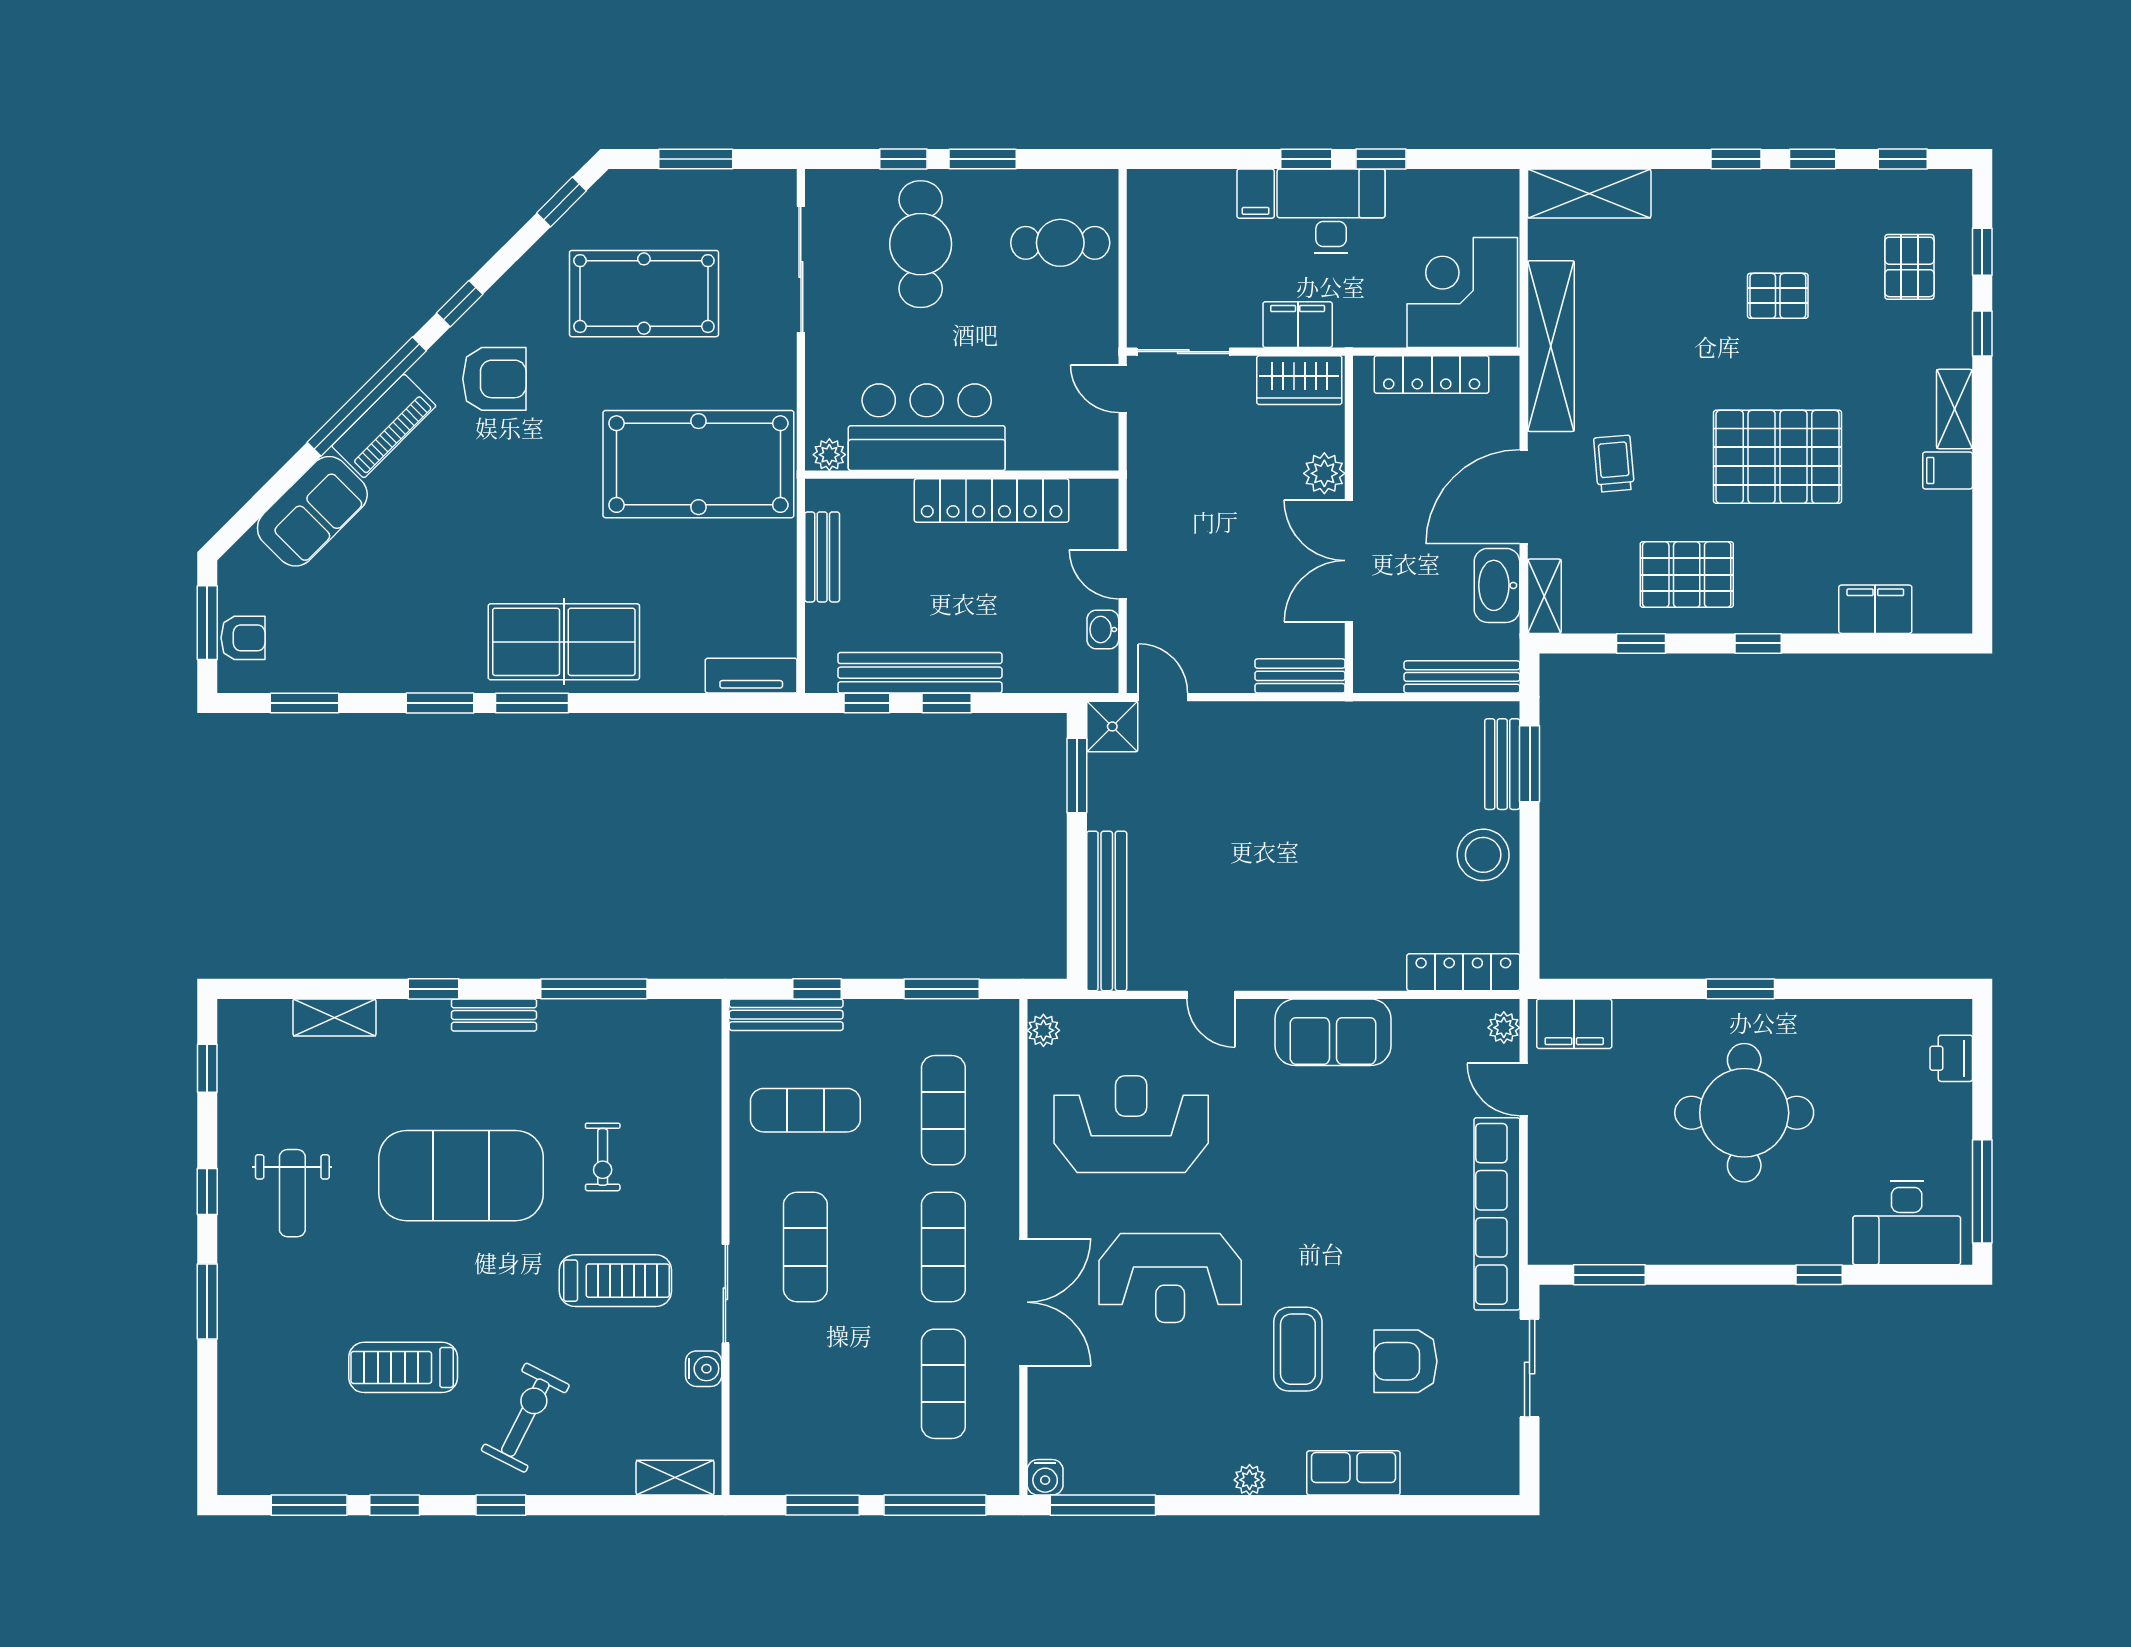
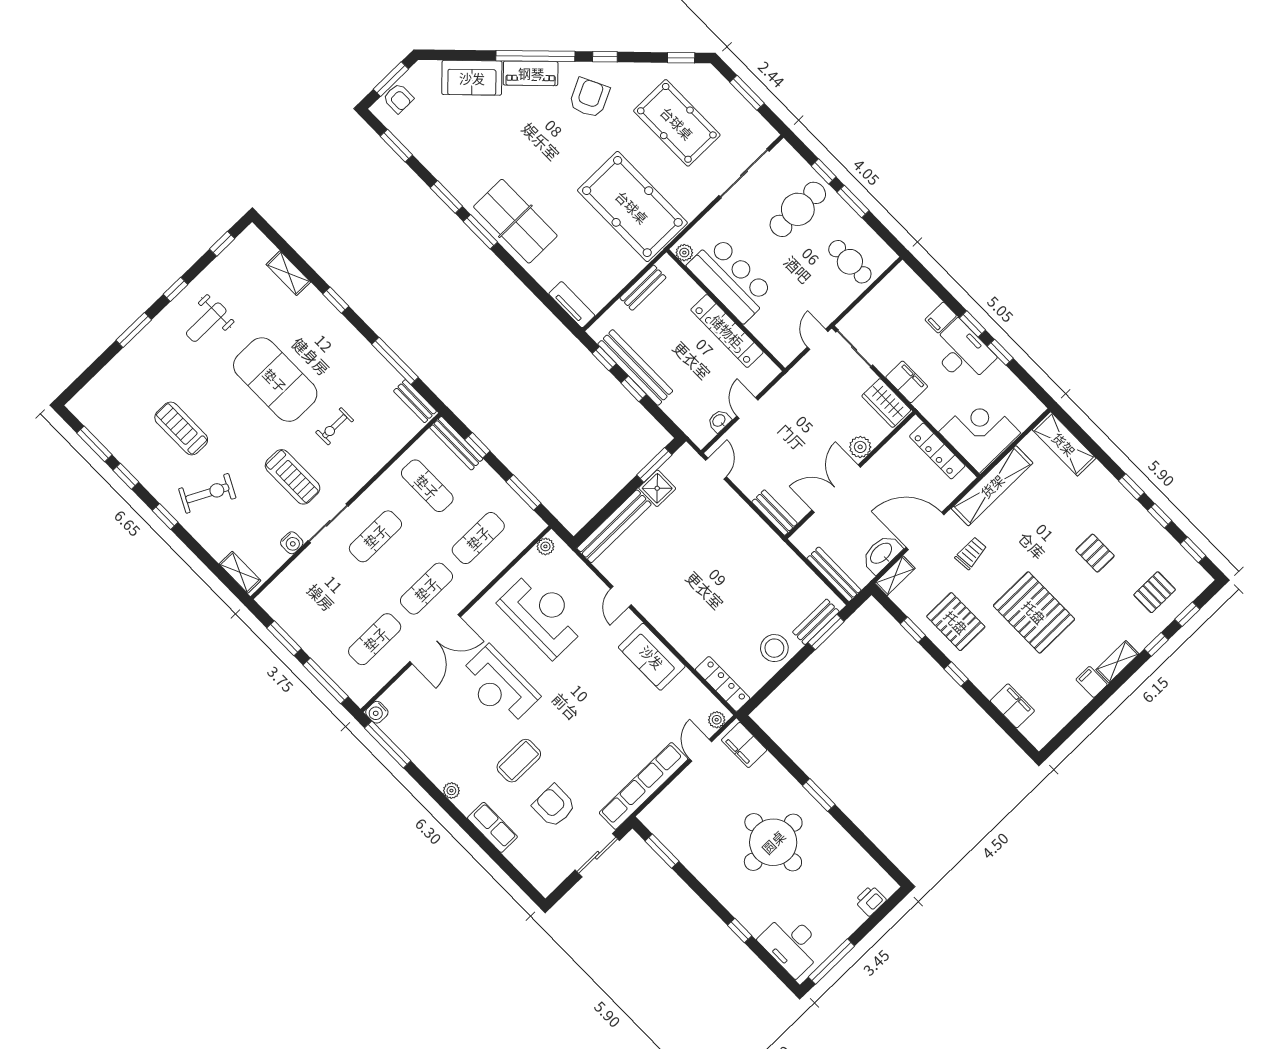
armchair: (494, 379) -> (589, 98), turned -116
shower: (1112, 726) -> (657, 488), moved
bench: (494, 1015) -> (415, 401), moved

